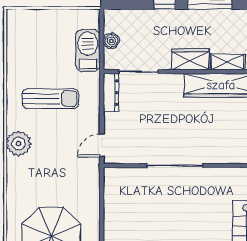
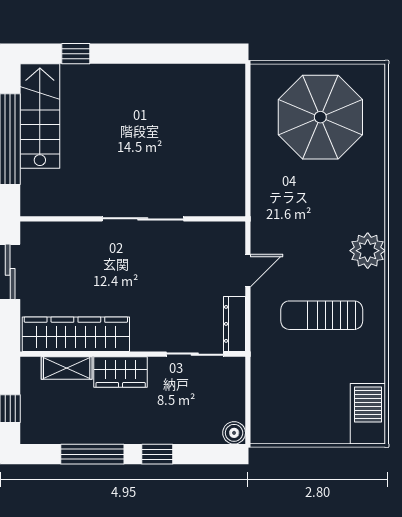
boiler: (111, 41) -> (234, 433), moved
barbecue: (88, 50) -> (368, 414), moved, turned 180
door: (102, 145) -> (248, 271), moved

